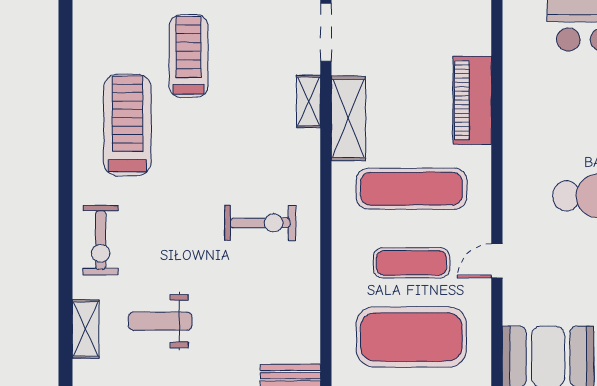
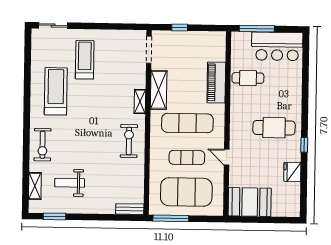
cafe table: (540, 90) -> (248, 78), added
shelving: (309, 101) -> (140, 102), moved
exercise bike: (260, 223) -> (129, 141), moved, turned -90
door: (497, 261) -> (227, 157), hinge flipped

